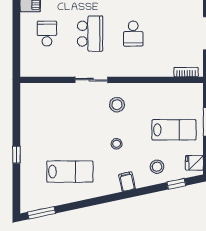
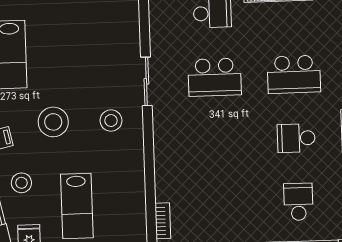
school desk: (133, 34) -> (217, 141), removed
stool: (117, 144) -> (53, 122), width x1.89, depth x1.89

